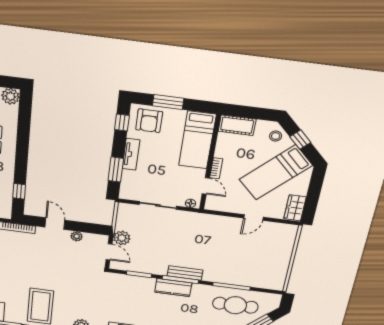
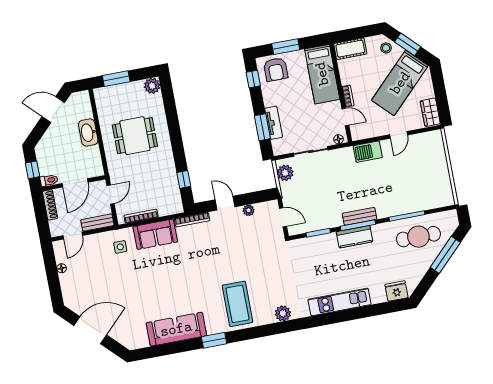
window: (300, 140) -> (408, 44), width x1.50
tv unit: (131, 154) -> (274, 123), moved
barbecue: (216, 223) -> (368, 152), added
plant: (122, 238) -> (285, 173), moved

